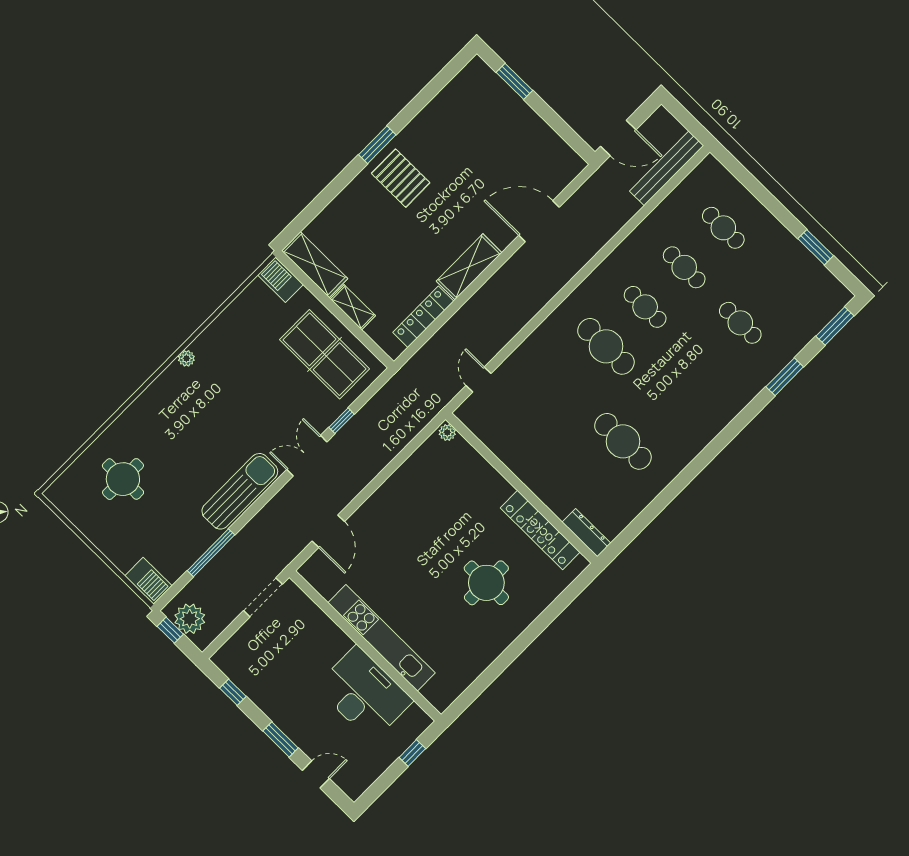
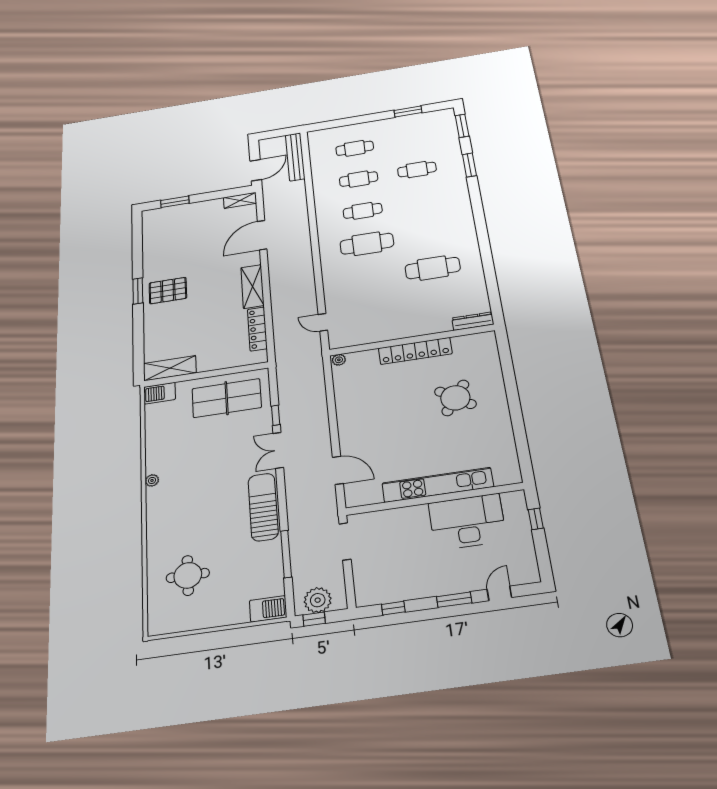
shelving: (353, 307) -> (240, 200), moved
locker: (540, 530) -> (415, 351), moved
round table: (486, 583) -> (455, 398), turned 35

